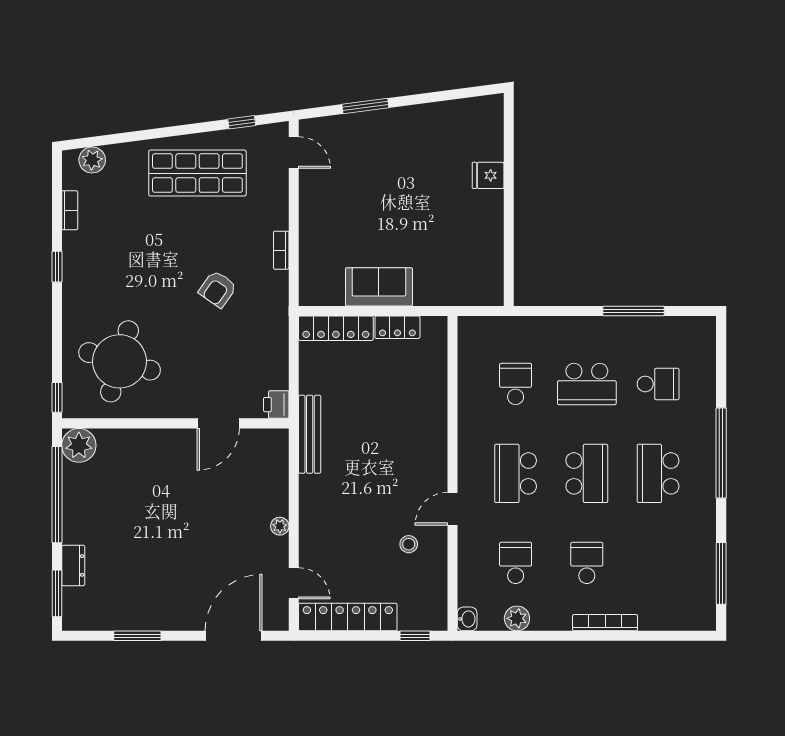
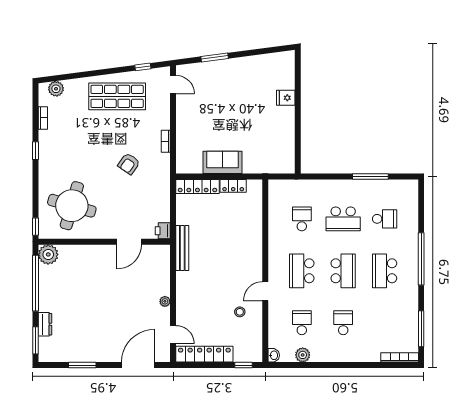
bookcase: (605, 623) -> (400, 357), moved

